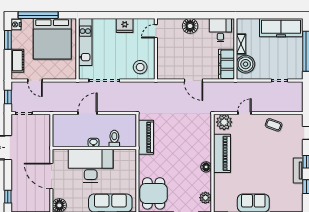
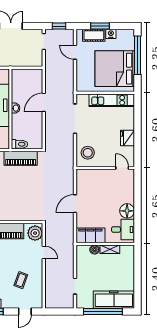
nightstand: (16, 24) -> (111, 34), moved
floor lamp: (190, 26) -> (127, 211), moved
freezer: (281, 28) -> (114, 300), moved, turned 90
window: (8, 40) -> (100, 26), moved
boiler: (246, 64) -> (95, 250), width x0.54, depth x0.54
door: (35, 80) -> (75, 52), hinge flipped
door: (88, 113) -> (44, 102), swing flipped
coffee table: (274, 125) -> (21, 280), moved
toilet: (114, 138) -> (19, 144), moved

